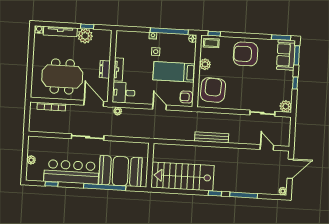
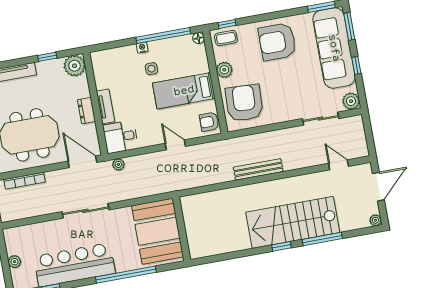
plant: (85, 36) -> (75, 66), moved
sofa: (286, 55) -> (334, 48), width x1.85, depth x1.27
booth: (120, 171) -> (158, 231), moved, turned 90
stairs: (182, 176) -> (293, 222), moved

